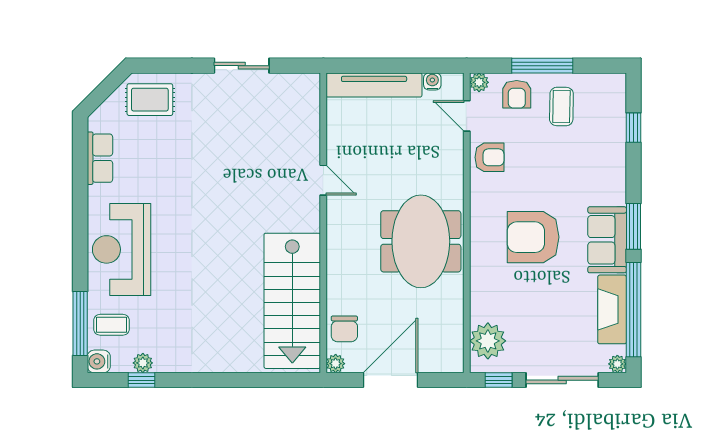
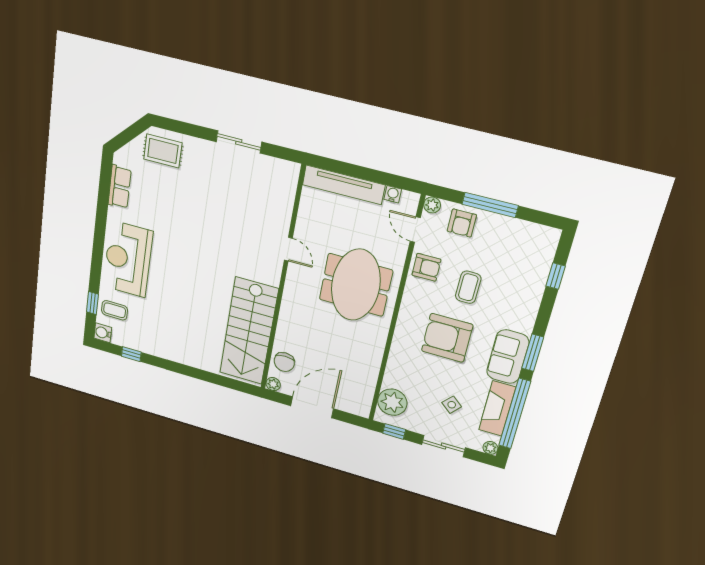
coffee table: (561, 107) -> (468, 287), moved
meeting table: (421, 241) -> (356, 285), moved
side table: (559, 321) -> (452, 405), added
window: (80, 323) -> (92, 303), width x0.46
plant: (143, 363) -> (134, 343), removed
sliding door: (562, 380) -> (444, 446), width x0.73

